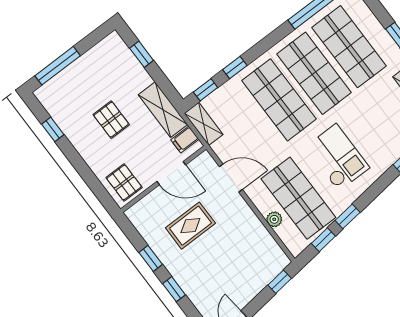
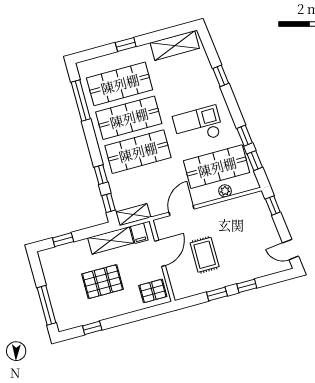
pallet: (111, 120) -> (102, 282), width x1.50, depth x1.42

